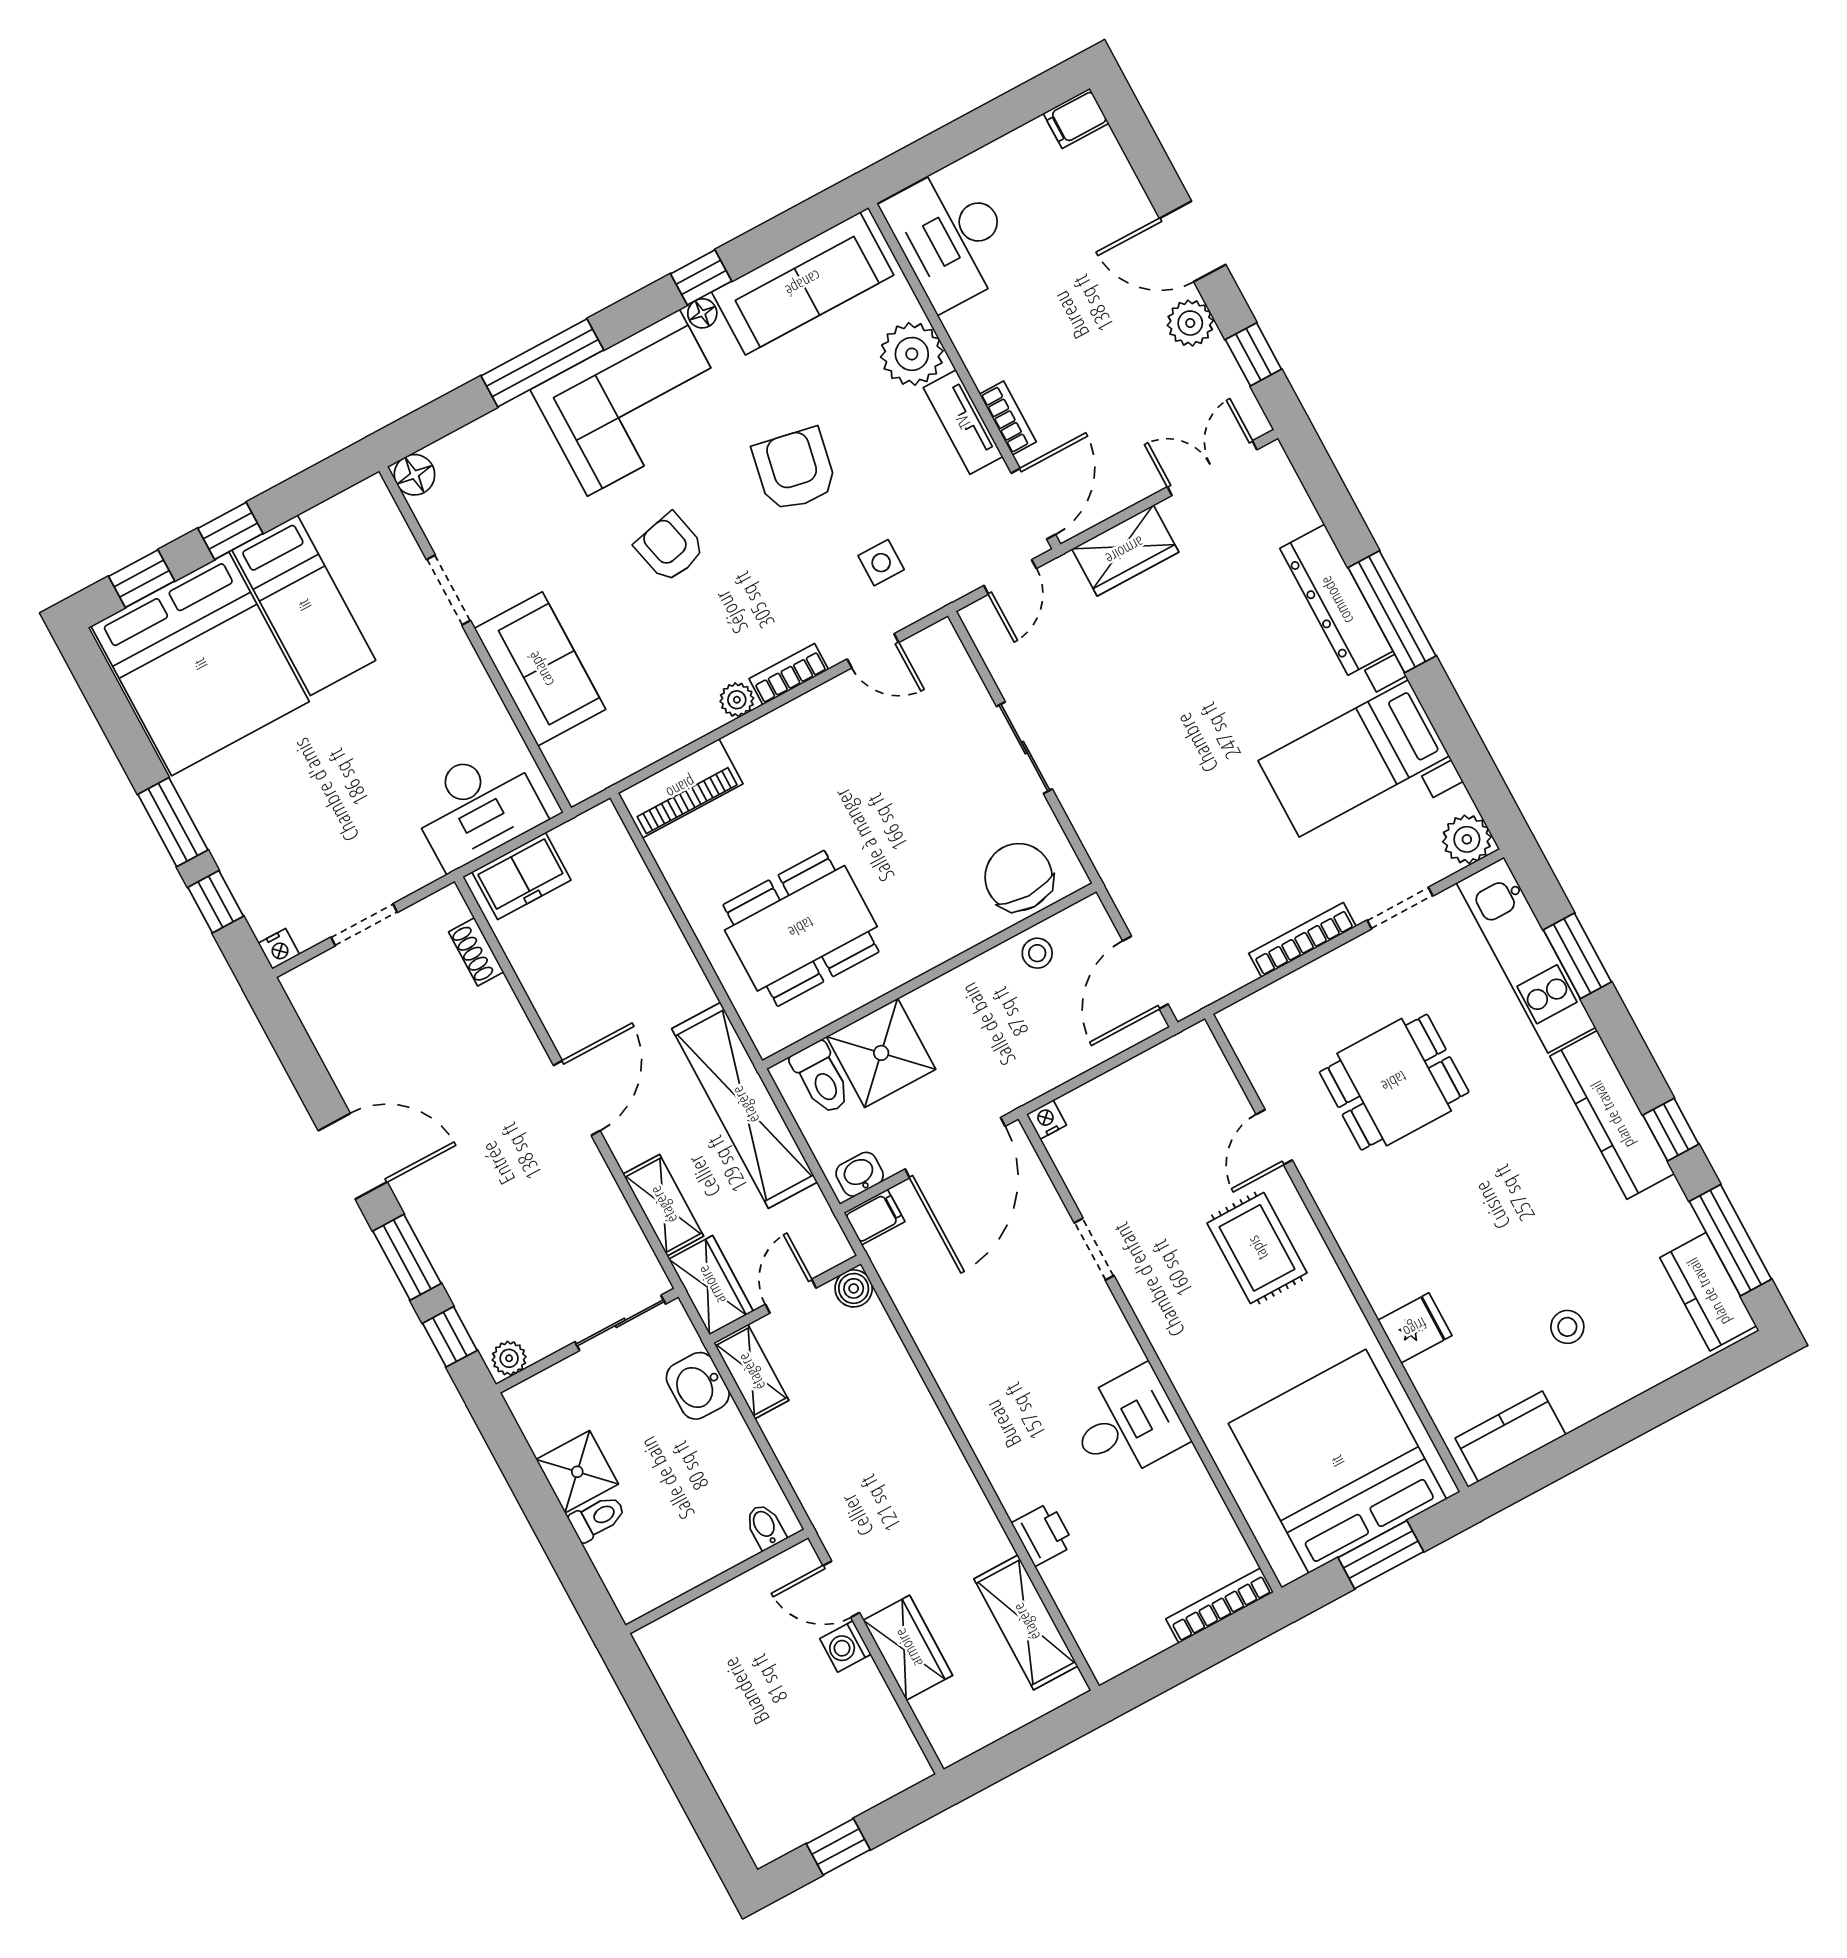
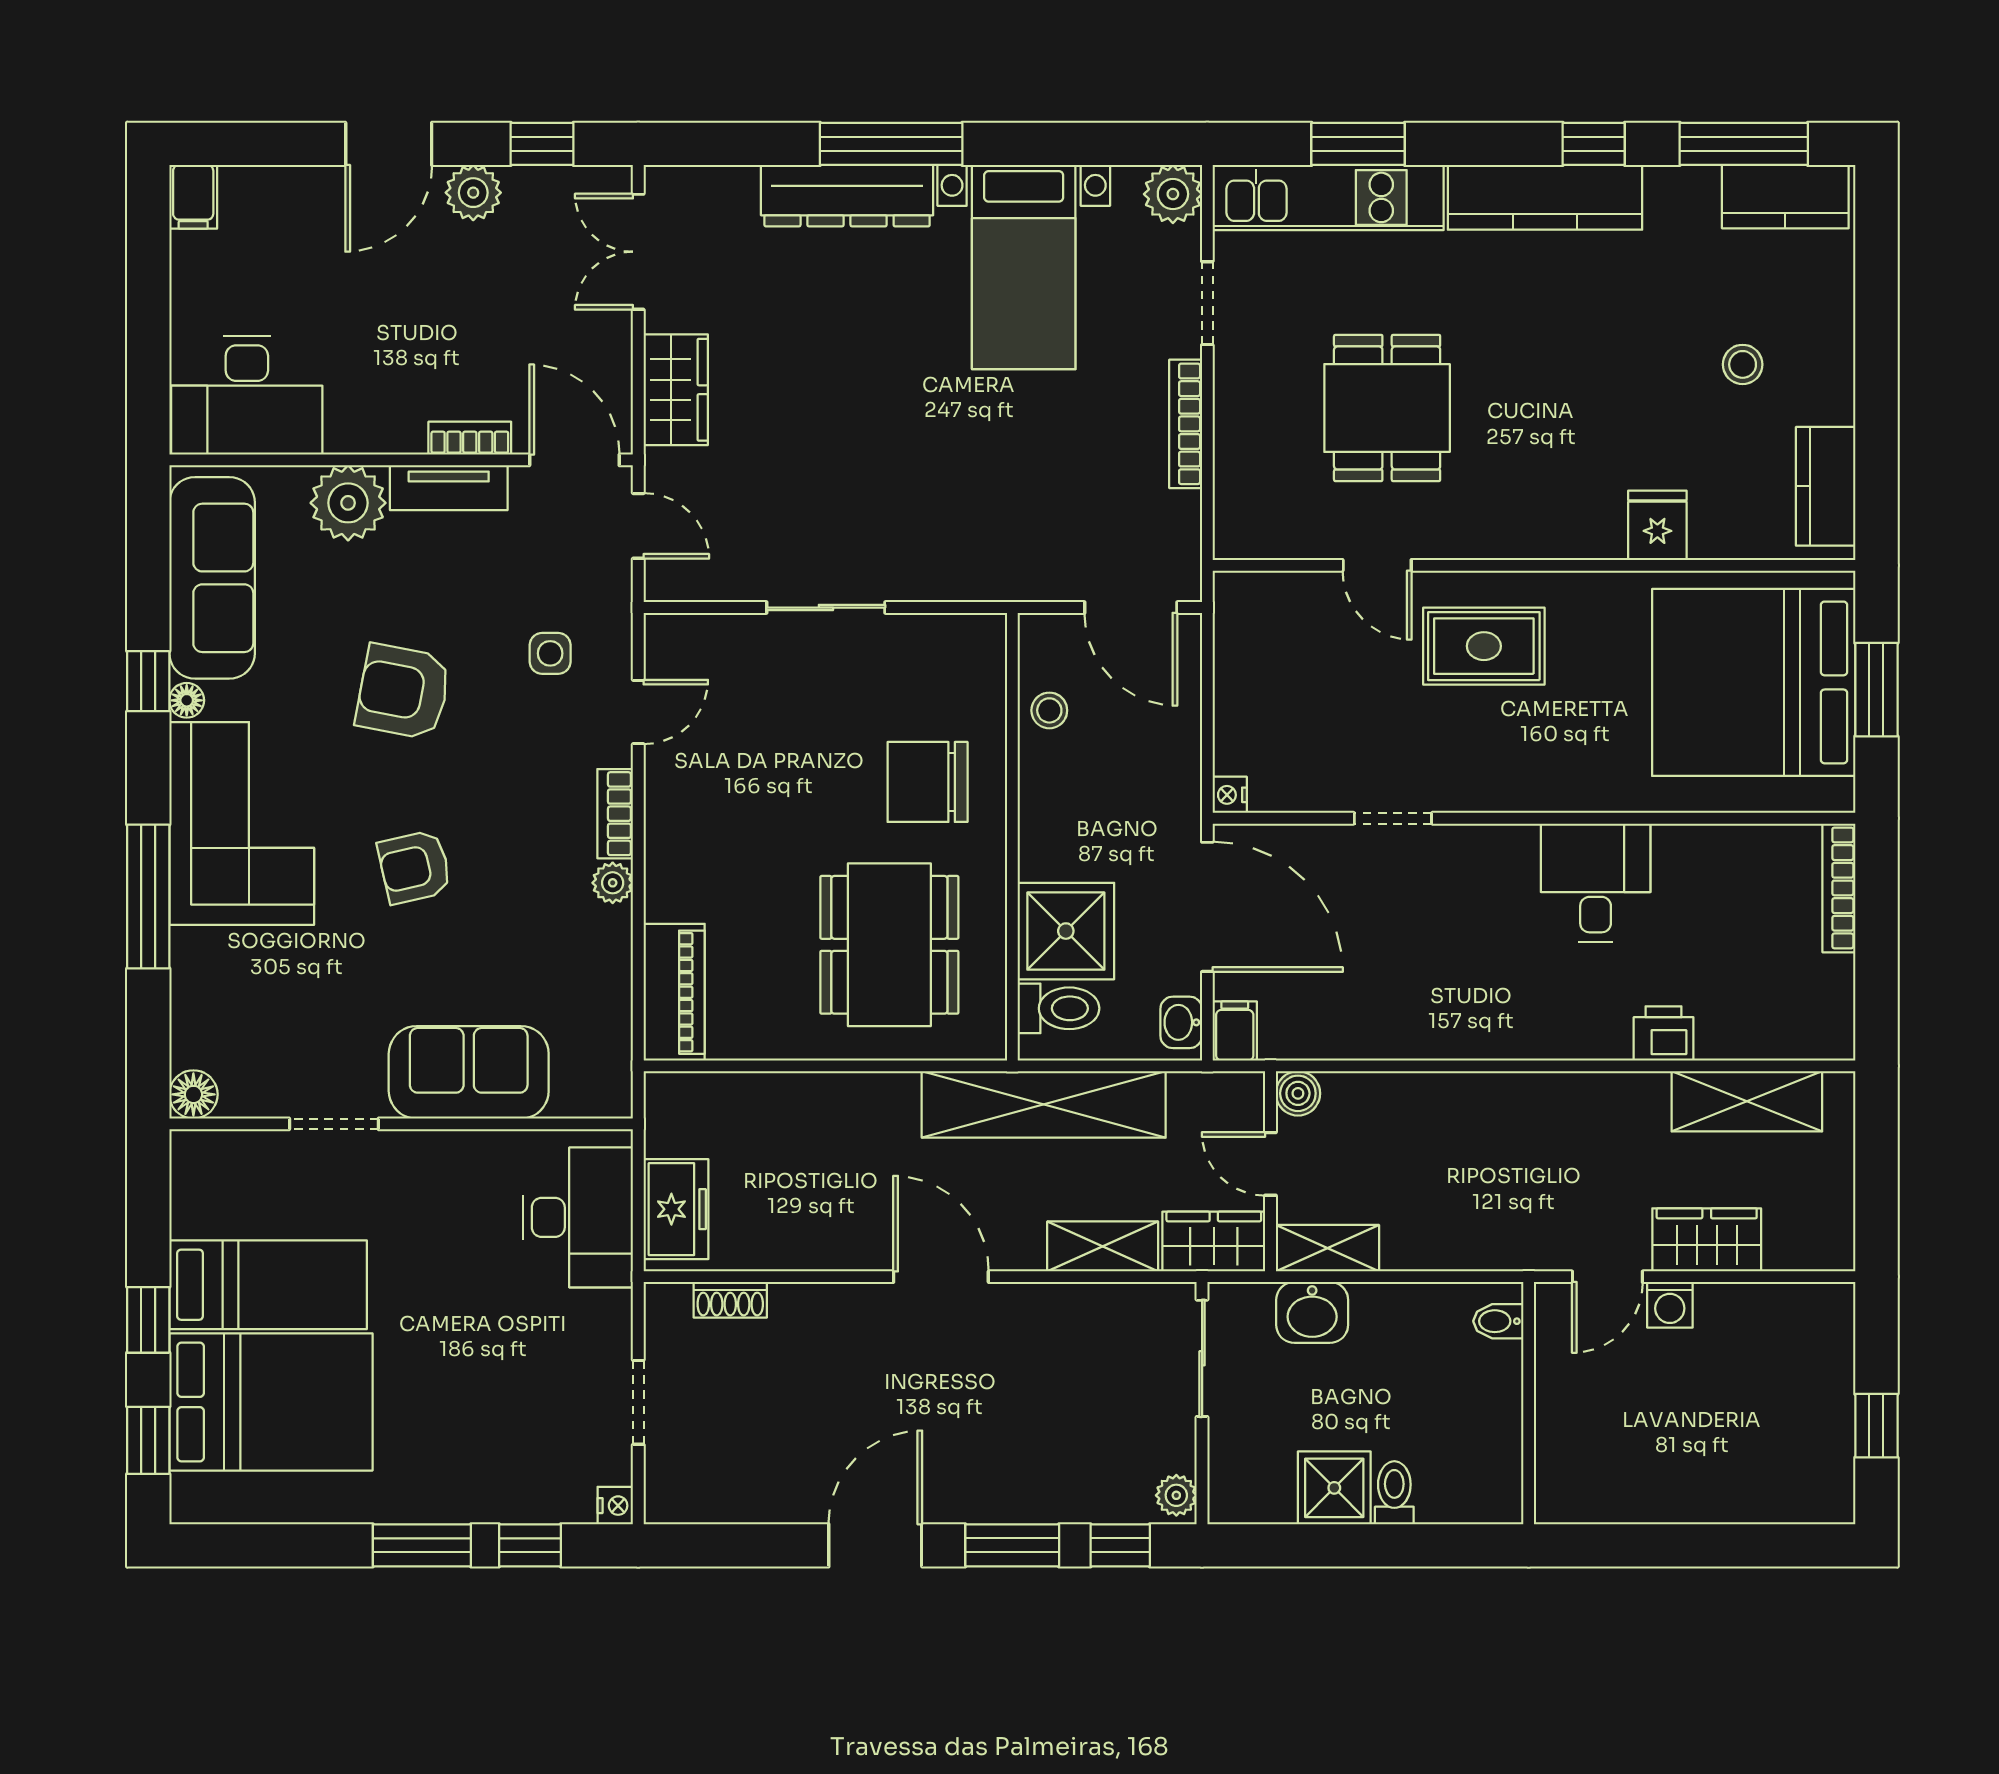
bed: (200, 664) -> (271, 1402), width x0.73
chair: (1019, 877) -> (928, 782), moved

